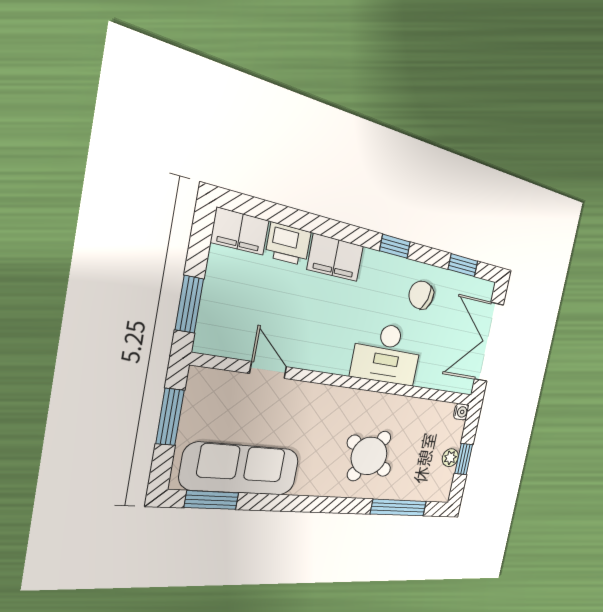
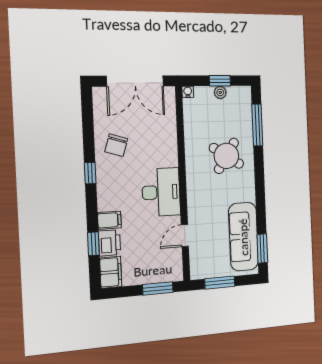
filing cabinet: (335, 258) -> (109, 220), width x0.50
window: (463, 265) -> (93, 244), moved
desk: (387, 354) -> (161, 192), moved

